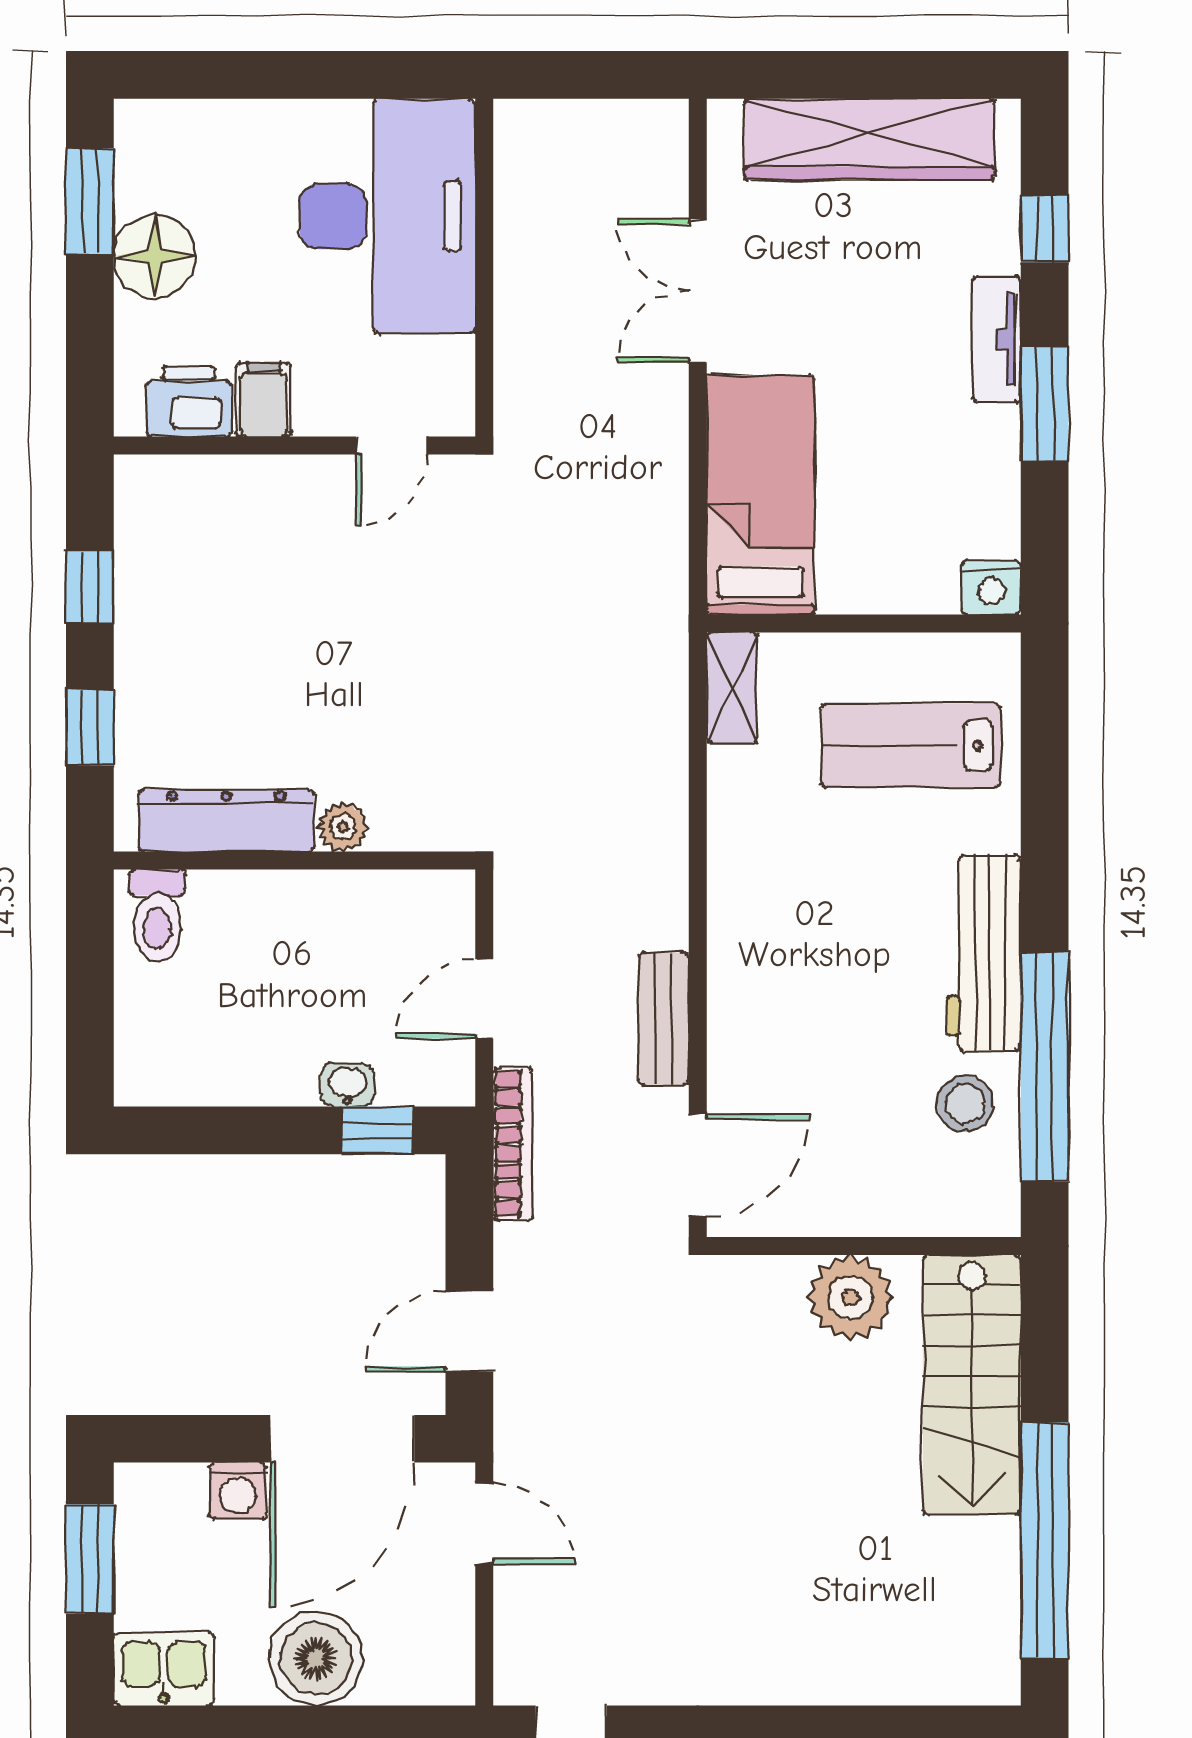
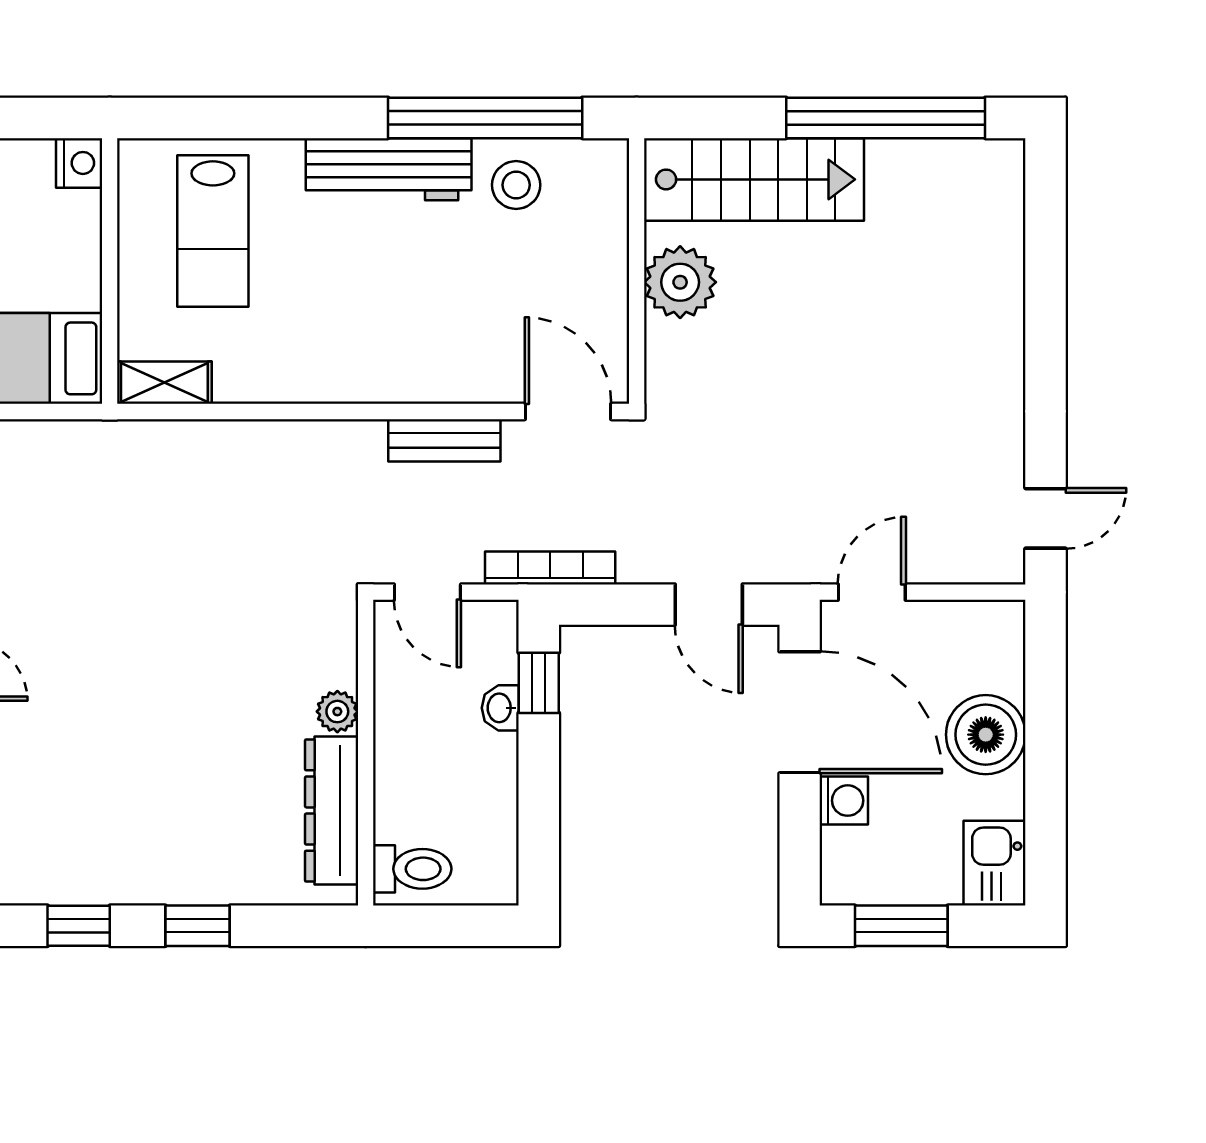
dresser: (226, 820) -> (332, 810), moved
plant: (343, 827) -> (337, 712), moved
wall: (294, 861) -> (366, 753), moved
toilet: (157, 916) -> (412, 869), moved

